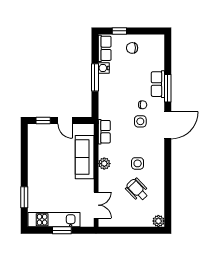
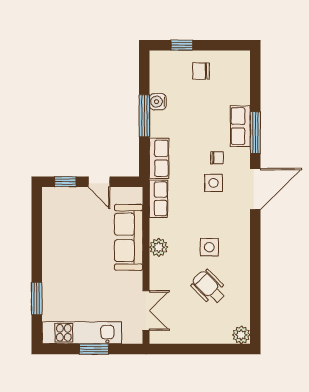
row of seats: (105, 48) -> (159, 158), moved

